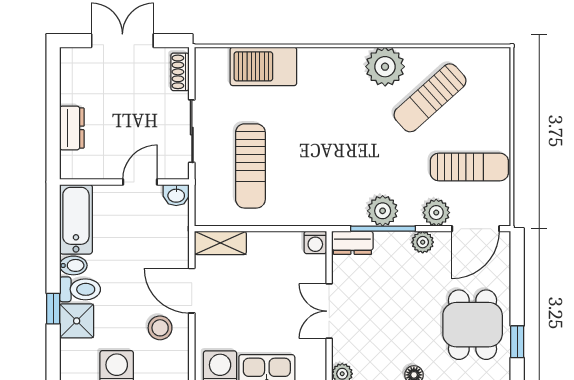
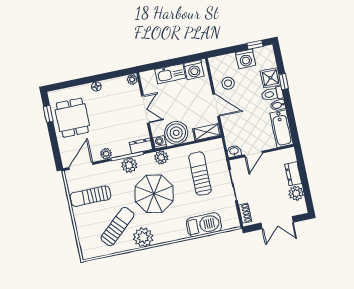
plant: (74, 90) -> (296, 193), added
parasol: (347, 146) -> (154, 194), added
plant: (436, 213) -> (161, 157), moved
boiler: (280, 254) -> (176, 133), added

